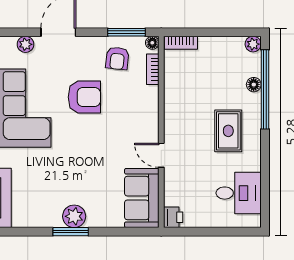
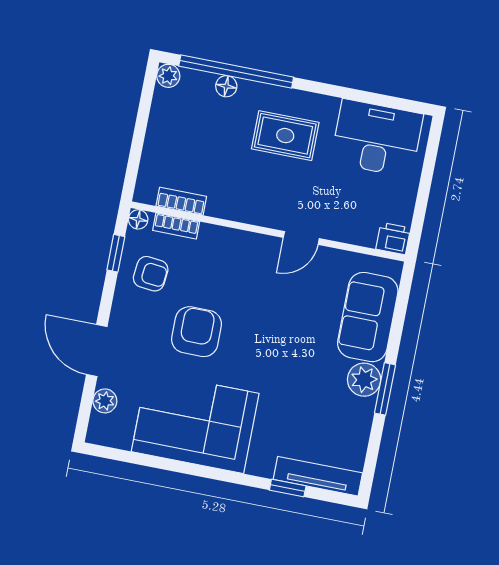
window: (127, 32) -> (116, 253), width x0.67
bookcase: (181, 43) -> (181, 201), moved, turned -90
desk: (239, 193) -> (377, 138), width x1.37
sofa: (142, 198) -> (368, 317), moved, turned 90

